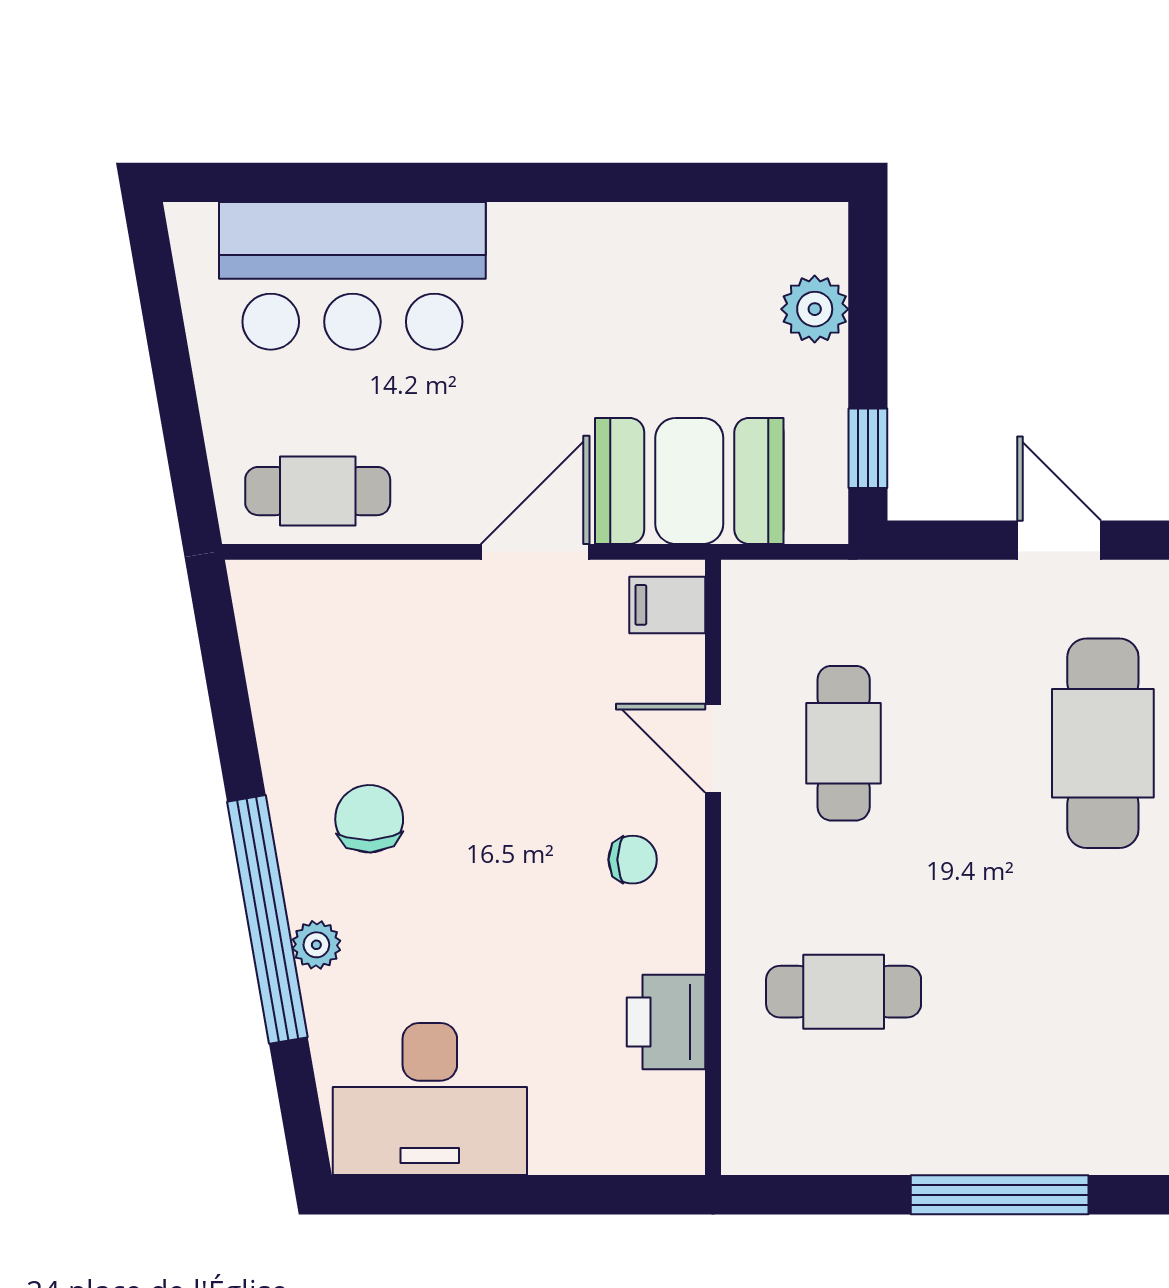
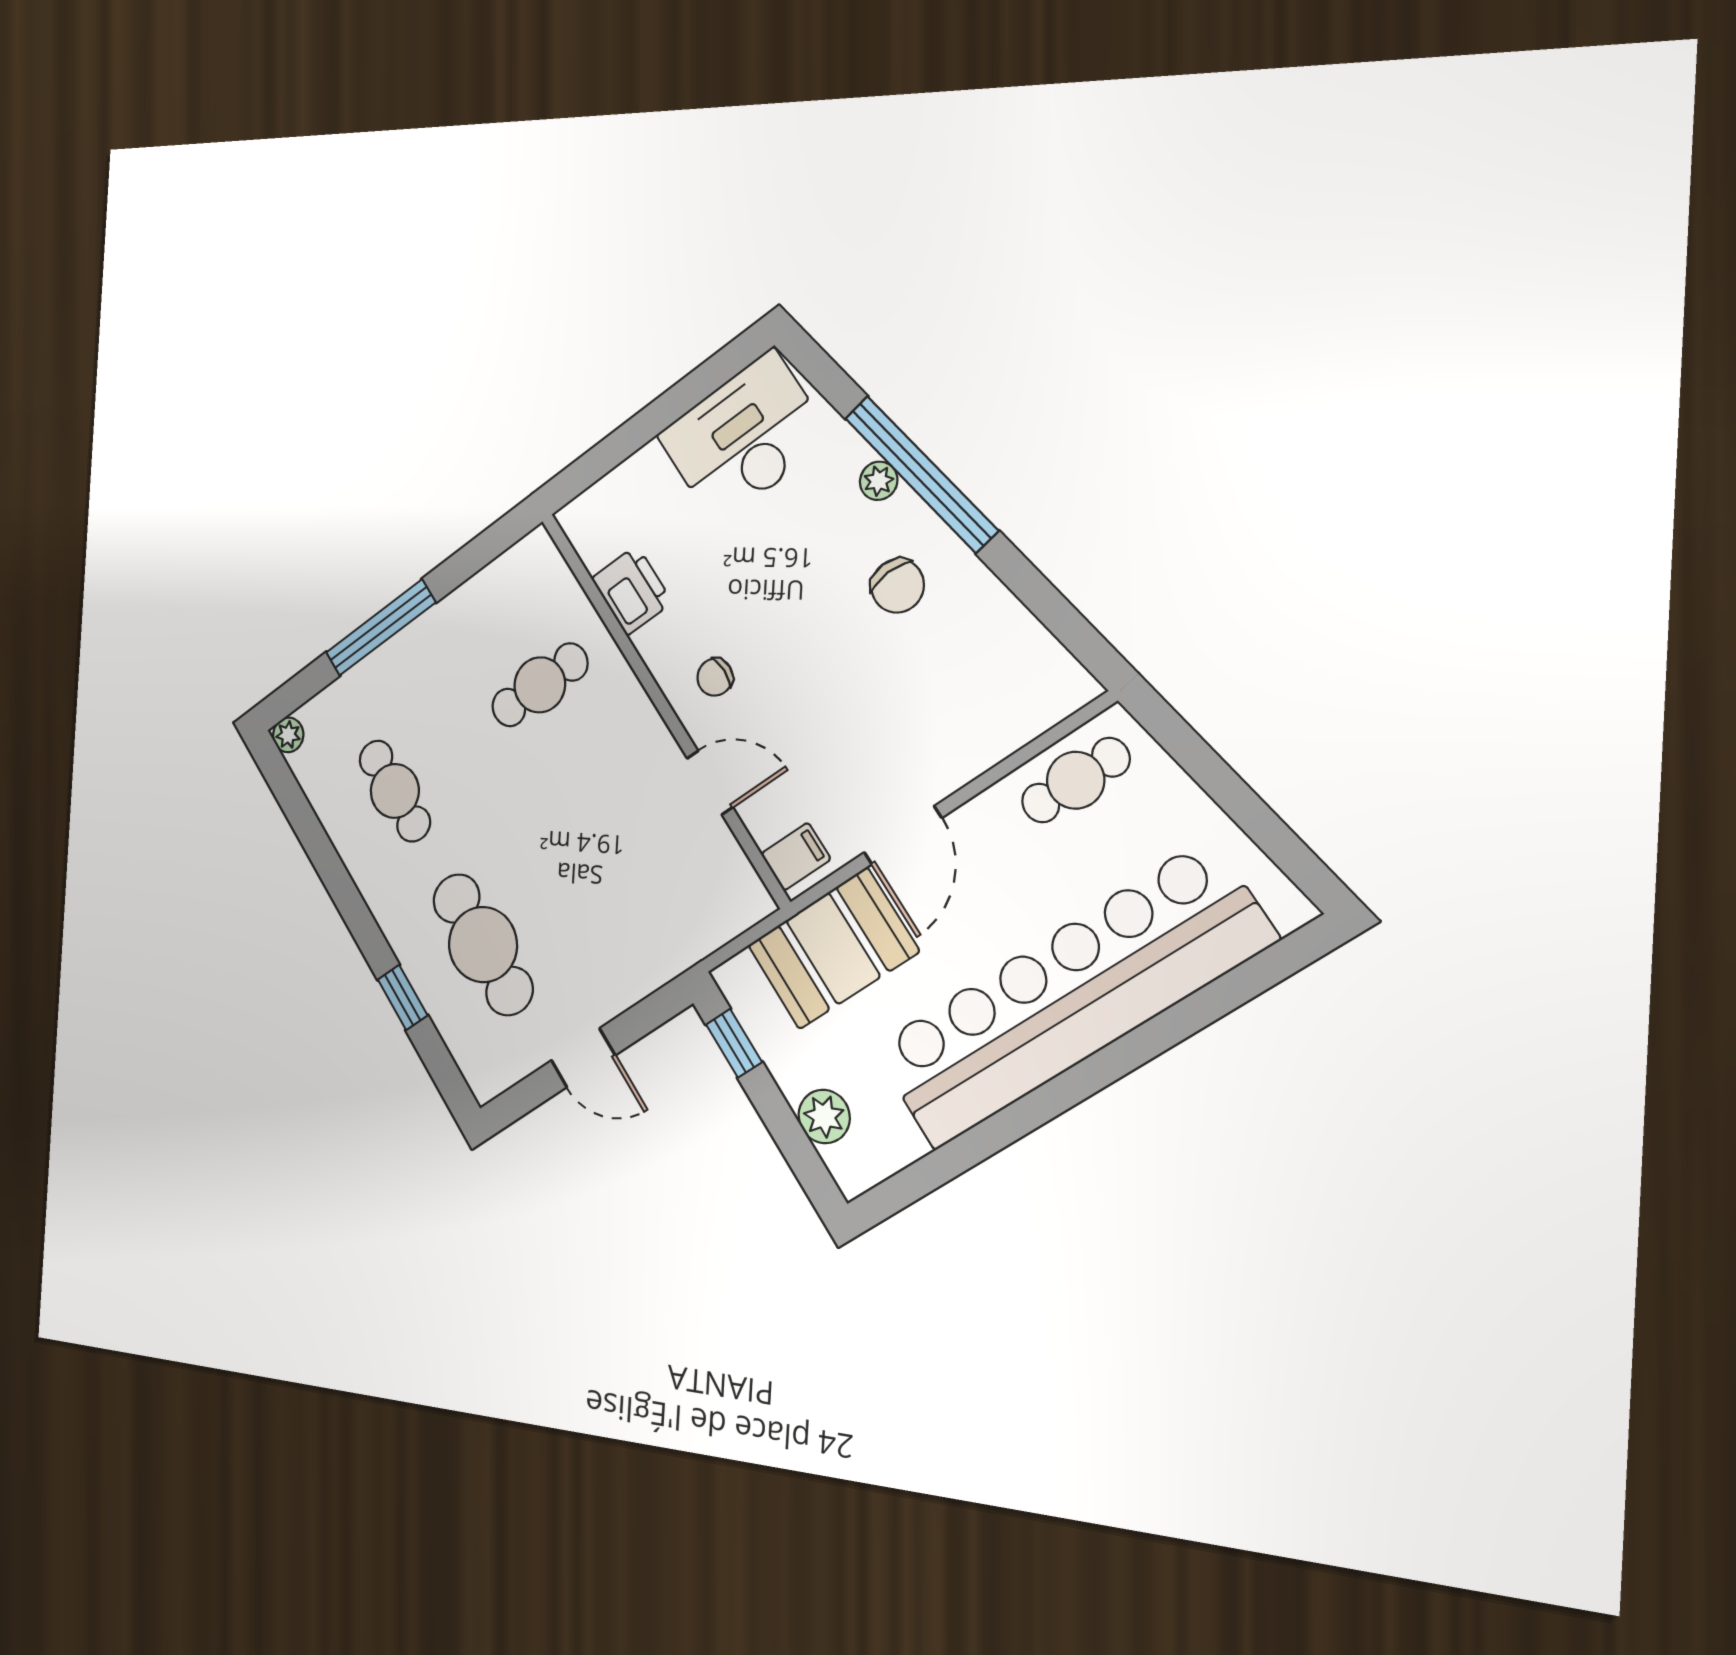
bar counter: (352, 276) -> (1070, 996), width x1.86
cafe table: (844, 743) -> (395, 791), moved

